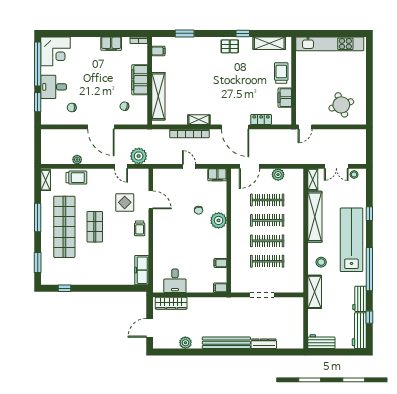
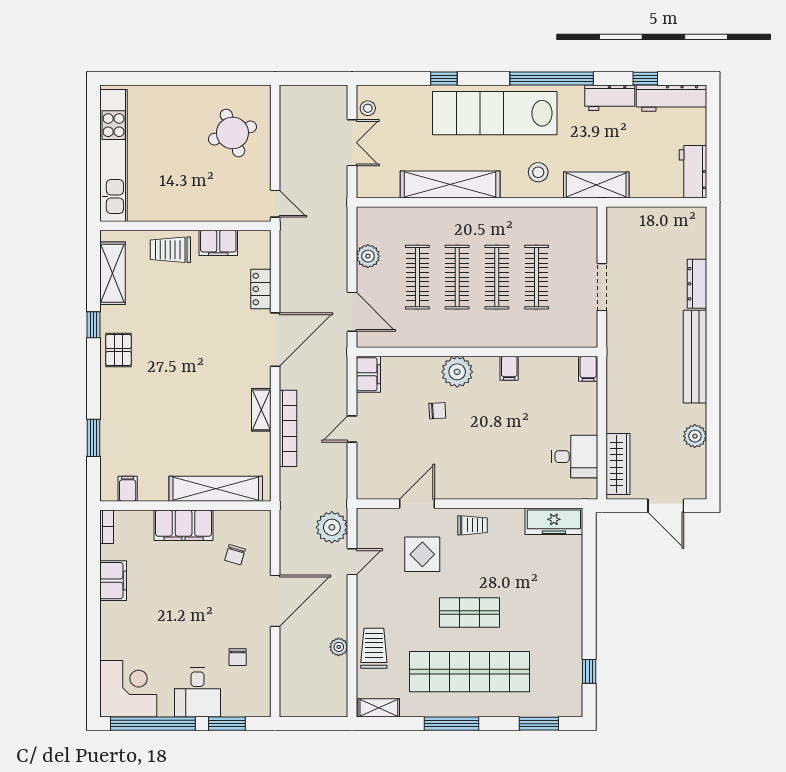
shelving: (313, 179) -> (377, 189), removed
filing cabinet: (220, 263) -> (509, 368), moved

